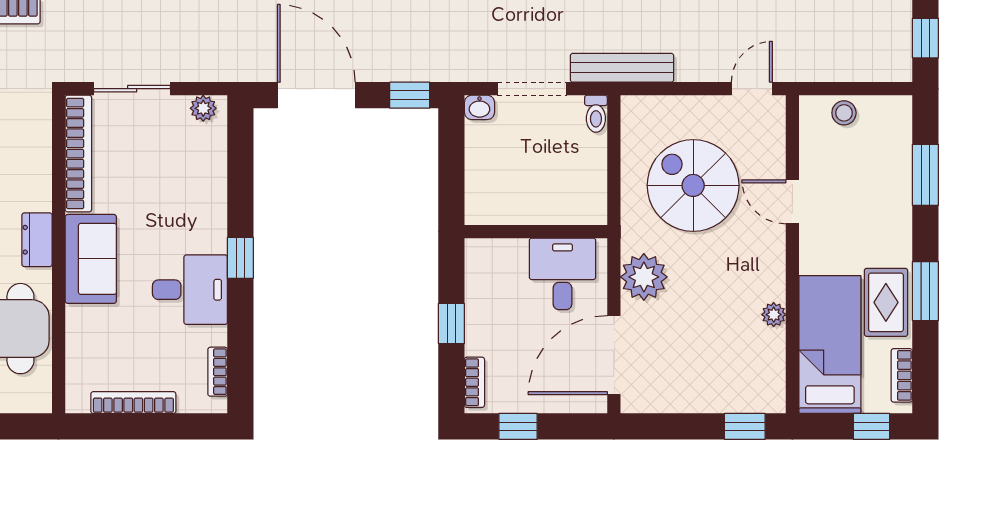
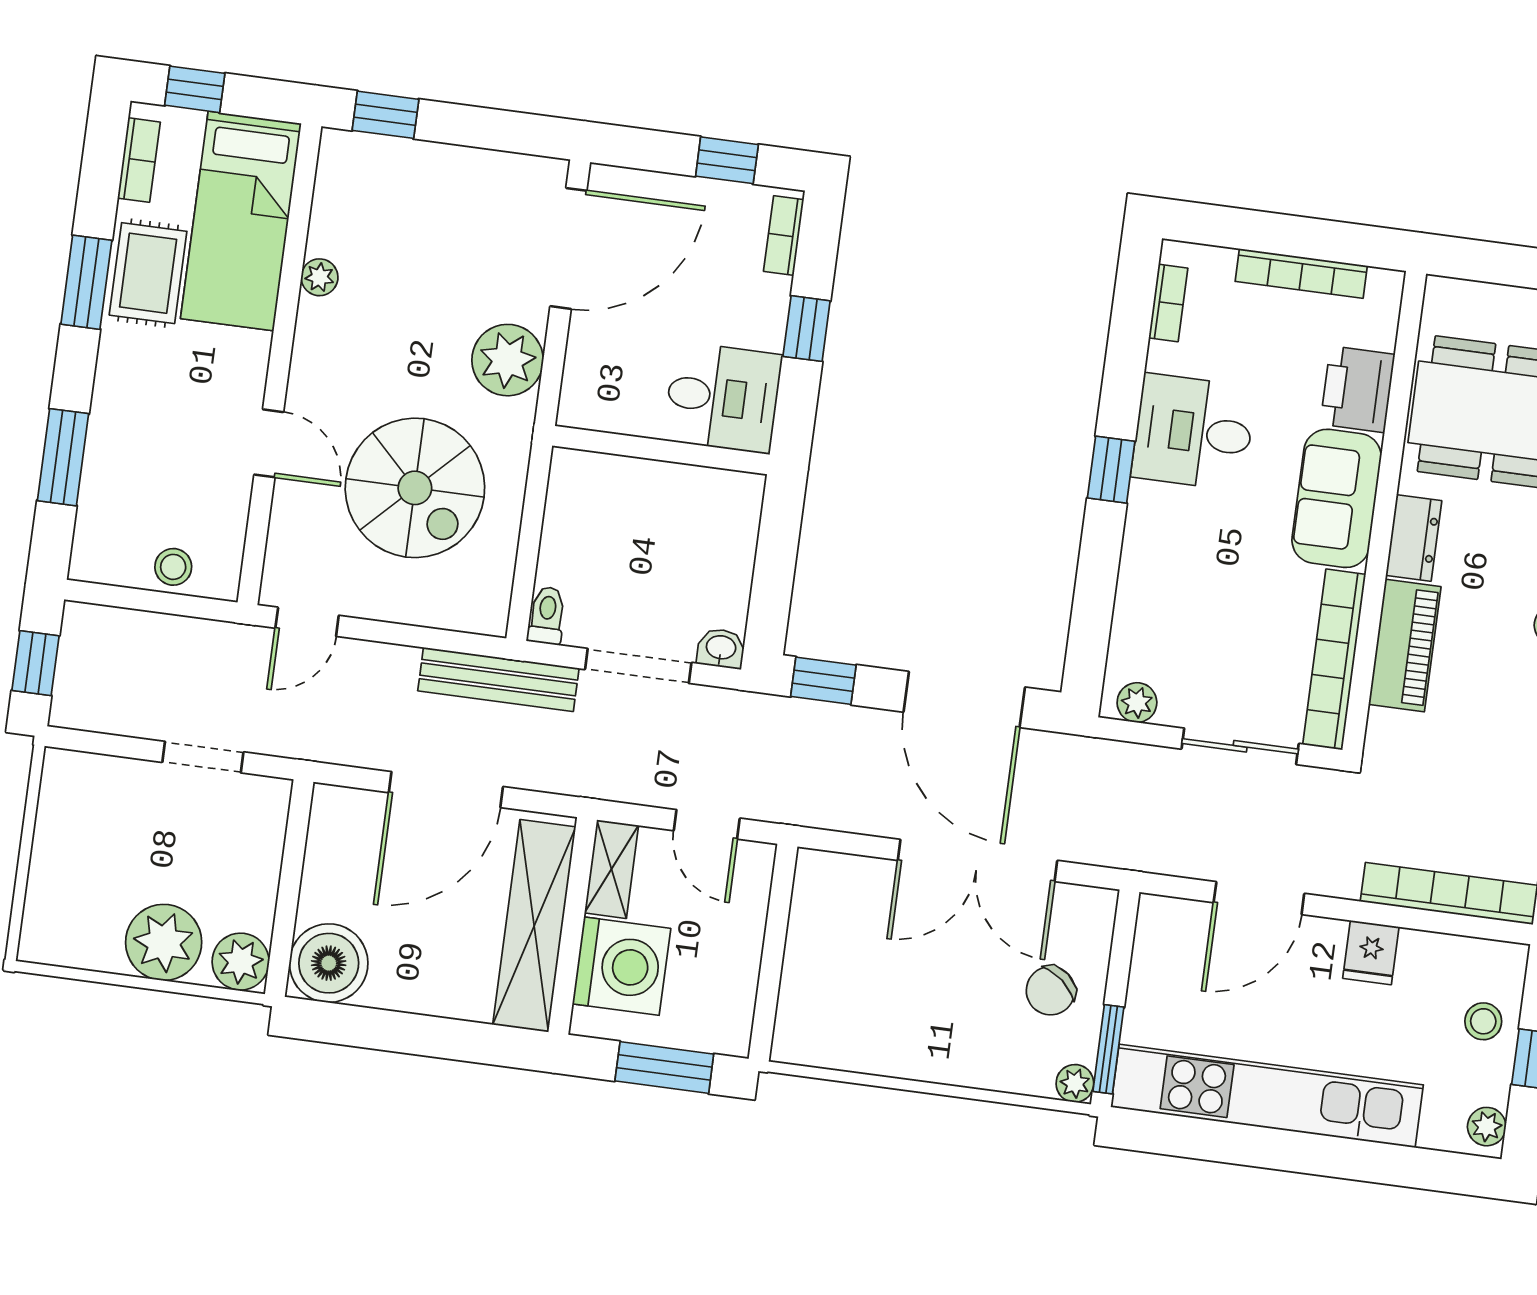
piano: (33, 169) -> (1405, 646), added
desk: (562, 274) -> (723, 398), moved, turned -90
printer: (87, 332) -> (1358, 389), added

